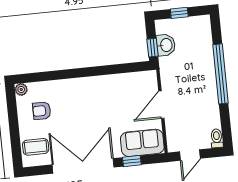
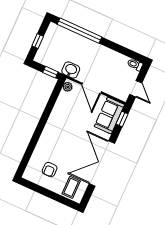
washbasin: (166, 45) -> (71, 70), moved
window: (221, 74) -> (80, 31), moved
plant: (21, 89) -> (68, 87), moved
window: (132, 161) -> (122, 119), moved

